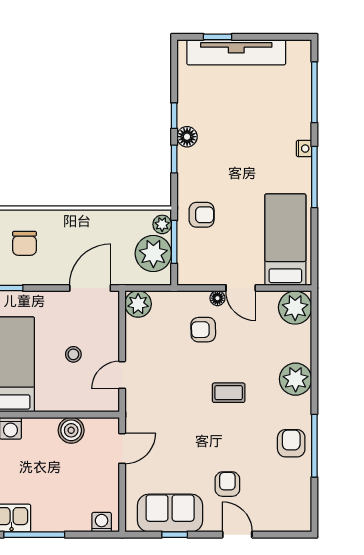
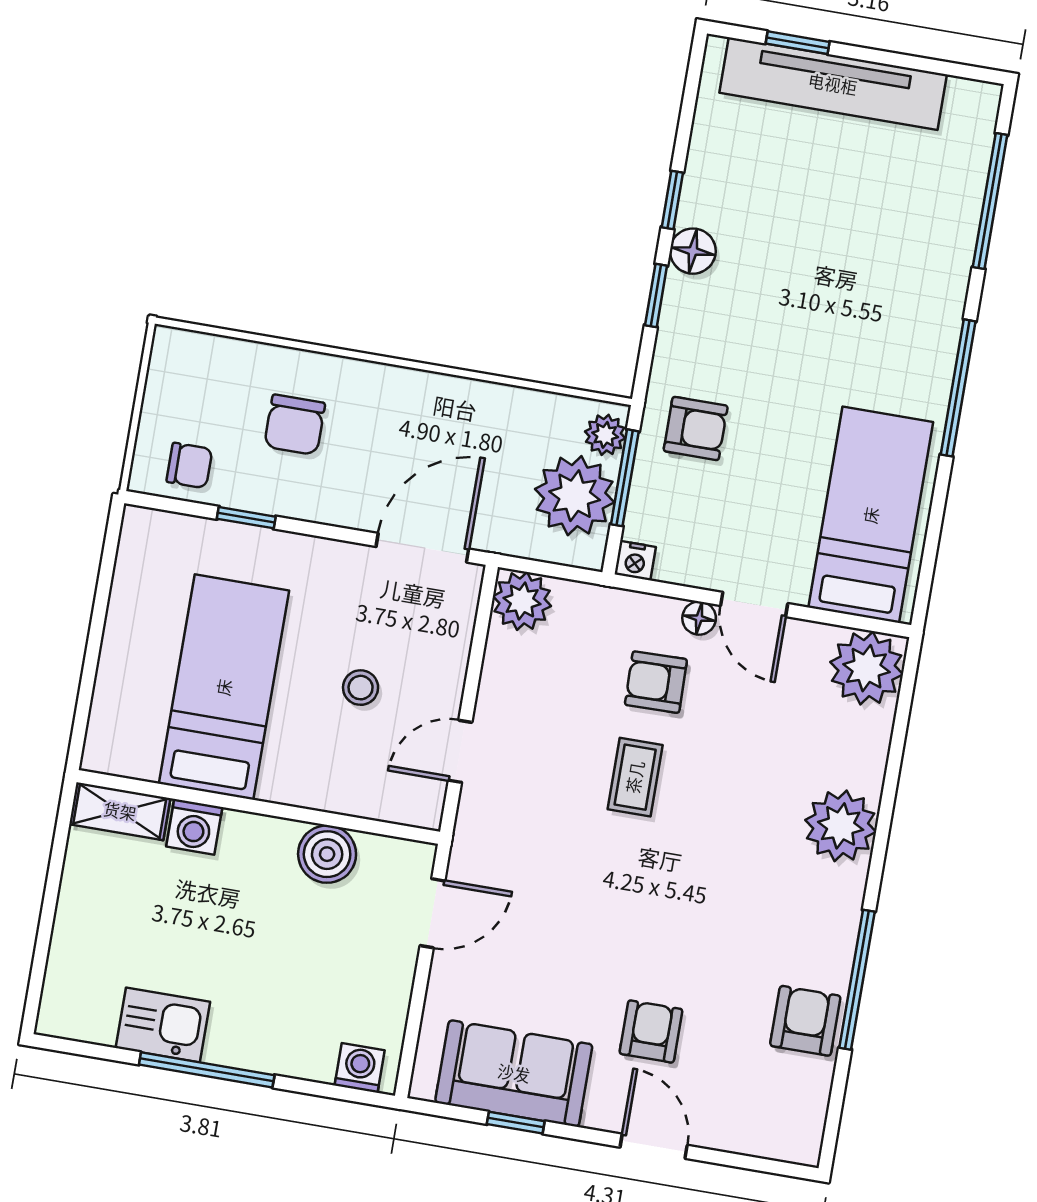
nightstand: (304, 149) -> (635, 561), moved, turned 90
coffee table: (229, 393) -> (635, 777), moved, turned 90
armchair: (291, 443) -> (805, 1021), moved

